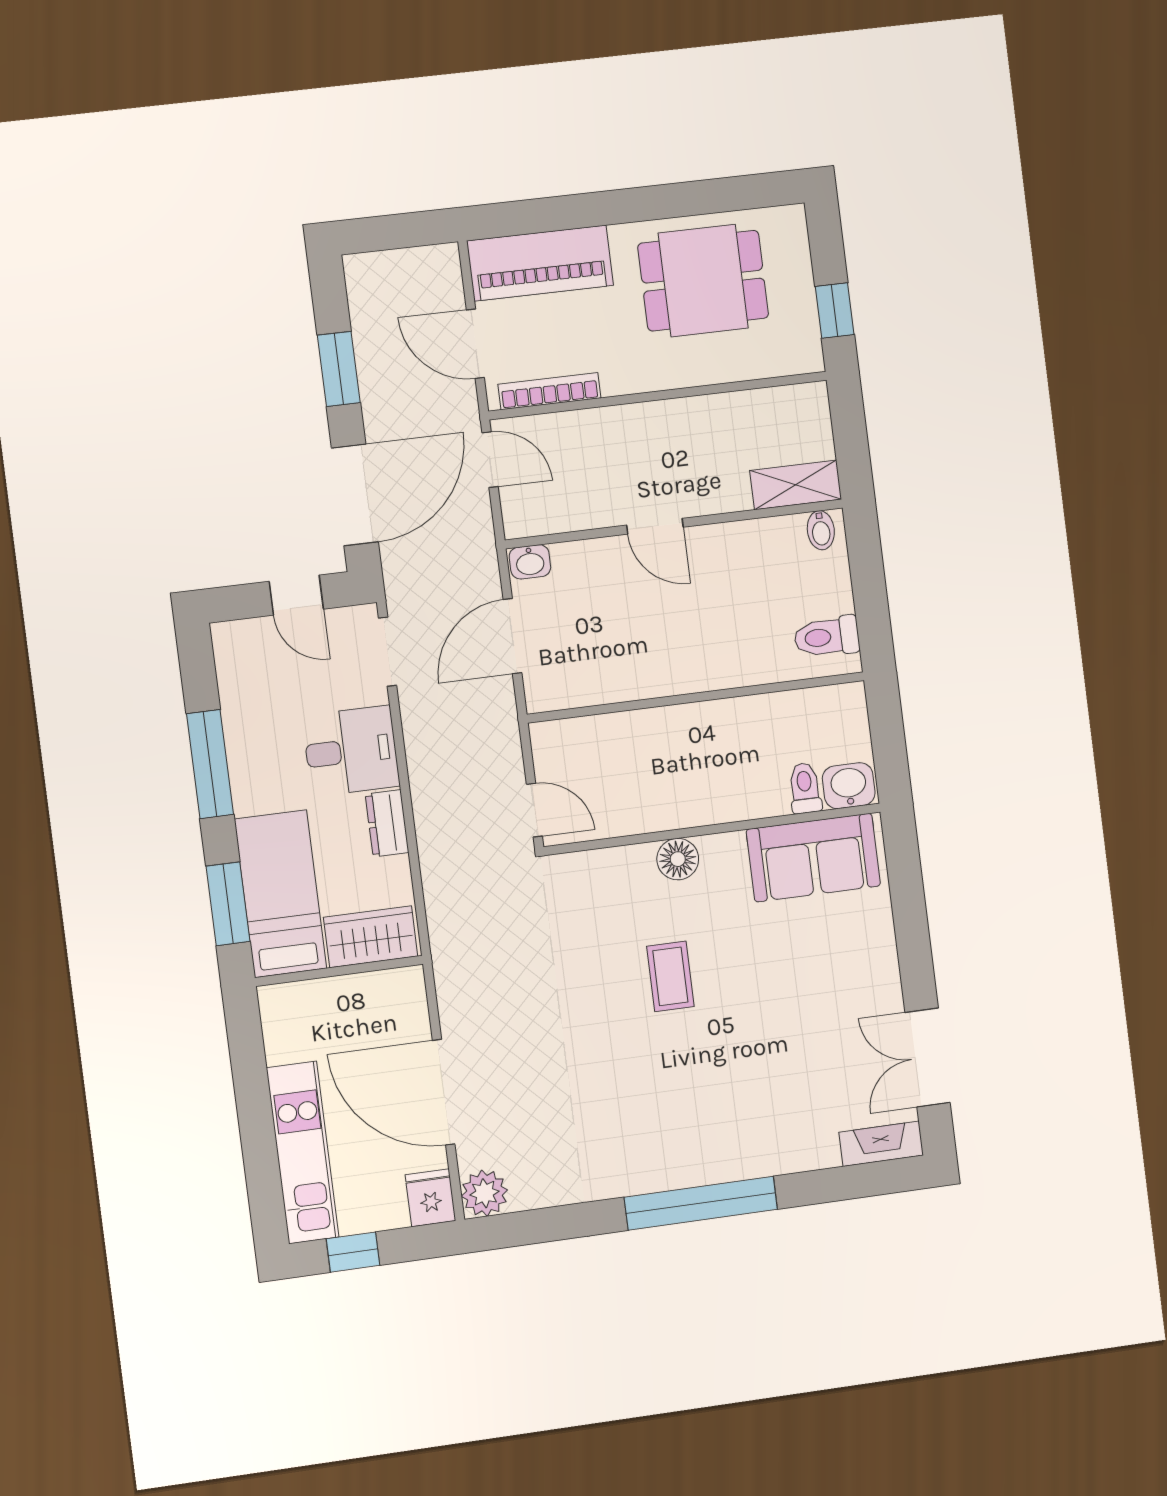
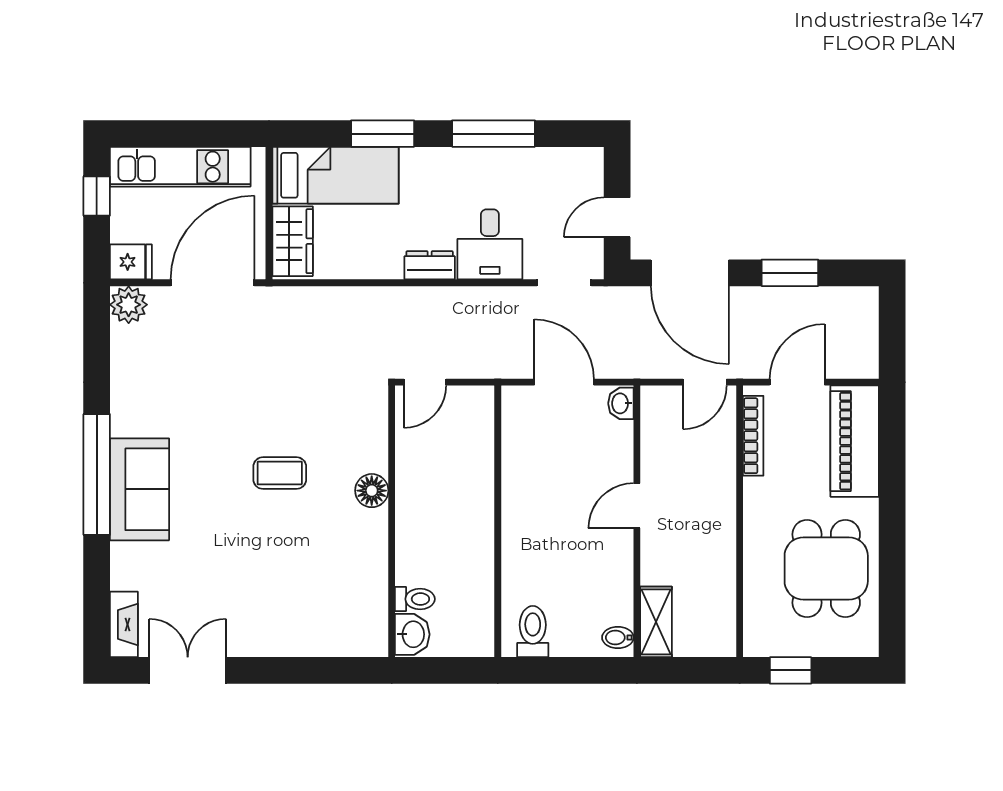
sofa: (813, 858) -> (139, 489), moved, turned 180
bed: (280, 894) -> (336, 175), moved
wardrobe: (371, 937) -> (293, 241), moved
wall: (339, 971) -> (269, 213), moved

